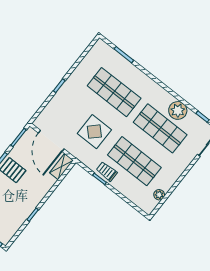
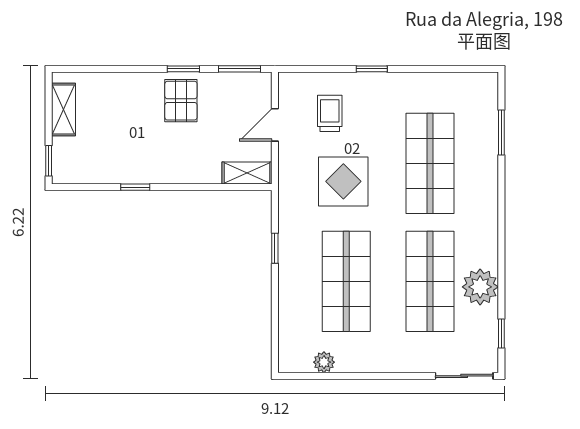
door: (51, 141) -> (275, 125), width x0.53
trolley: (107, 171) -> (330, 113), moved

